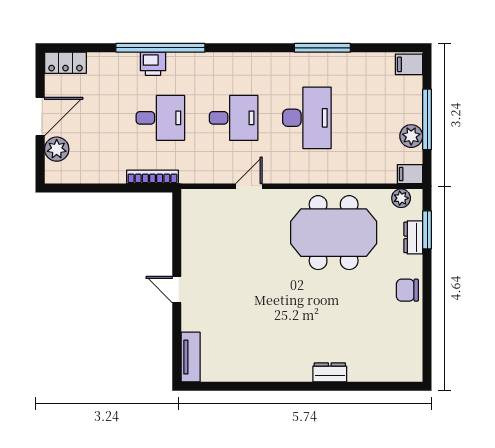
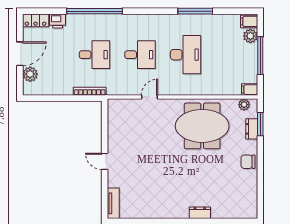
printer: (153, 64) -> (58, 21), moved
plant: (411, 136) -> (250, 36), moved

